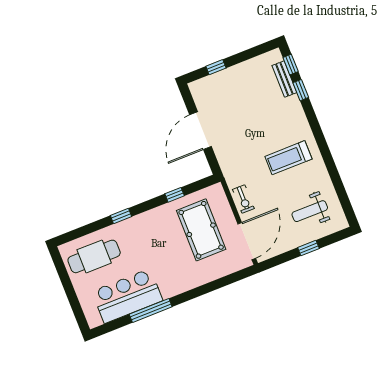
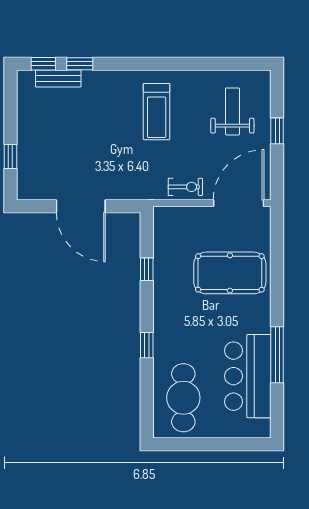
weight bench: (310, 211) -> (232, 111), turned 180
pool table: (201, 230) -> (230, 273), moved
door: (247, 241) -> (239, 203), hinge flipped

